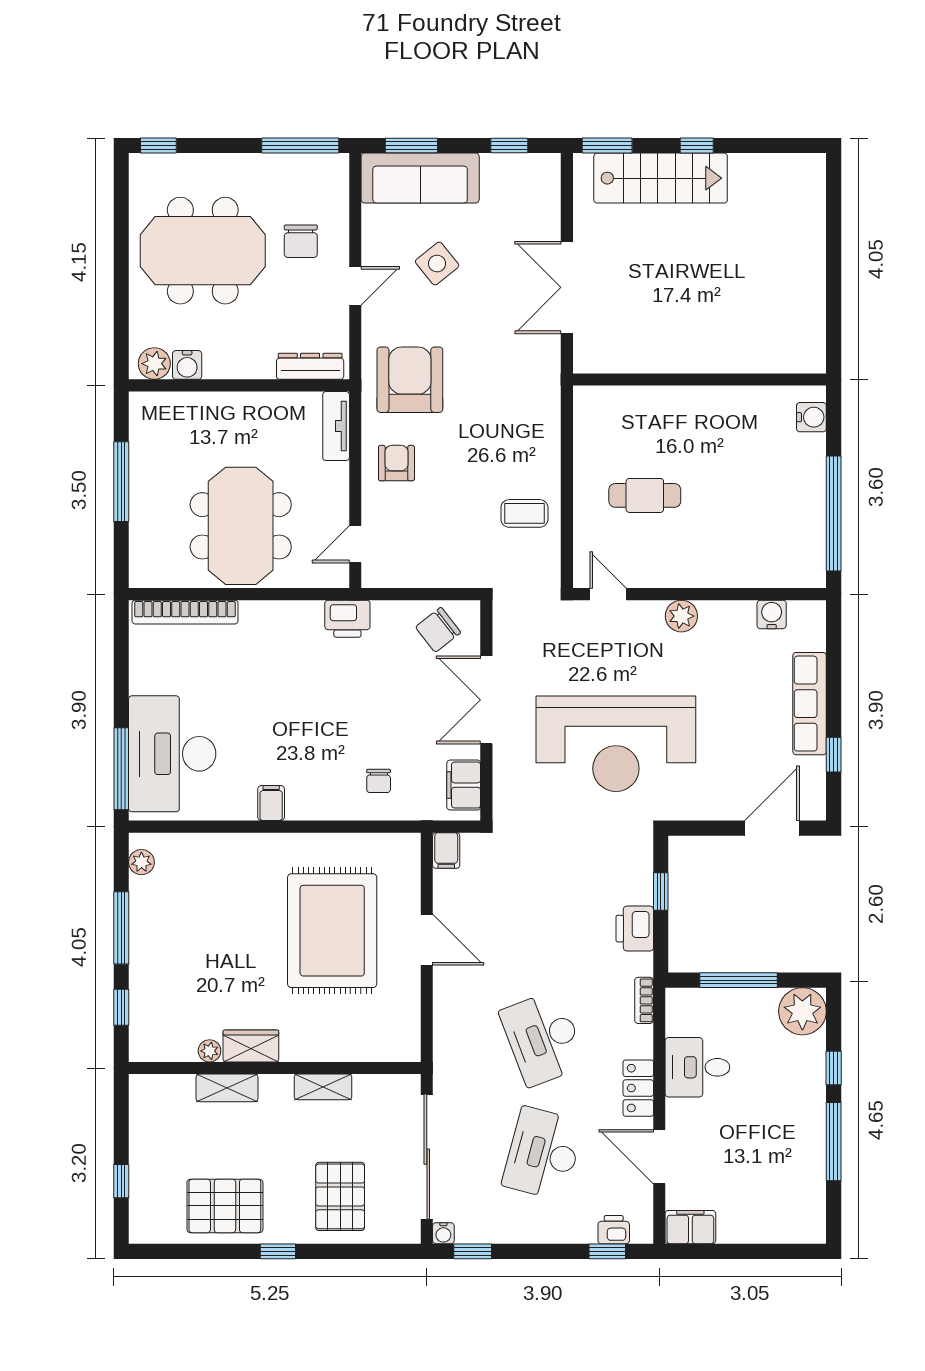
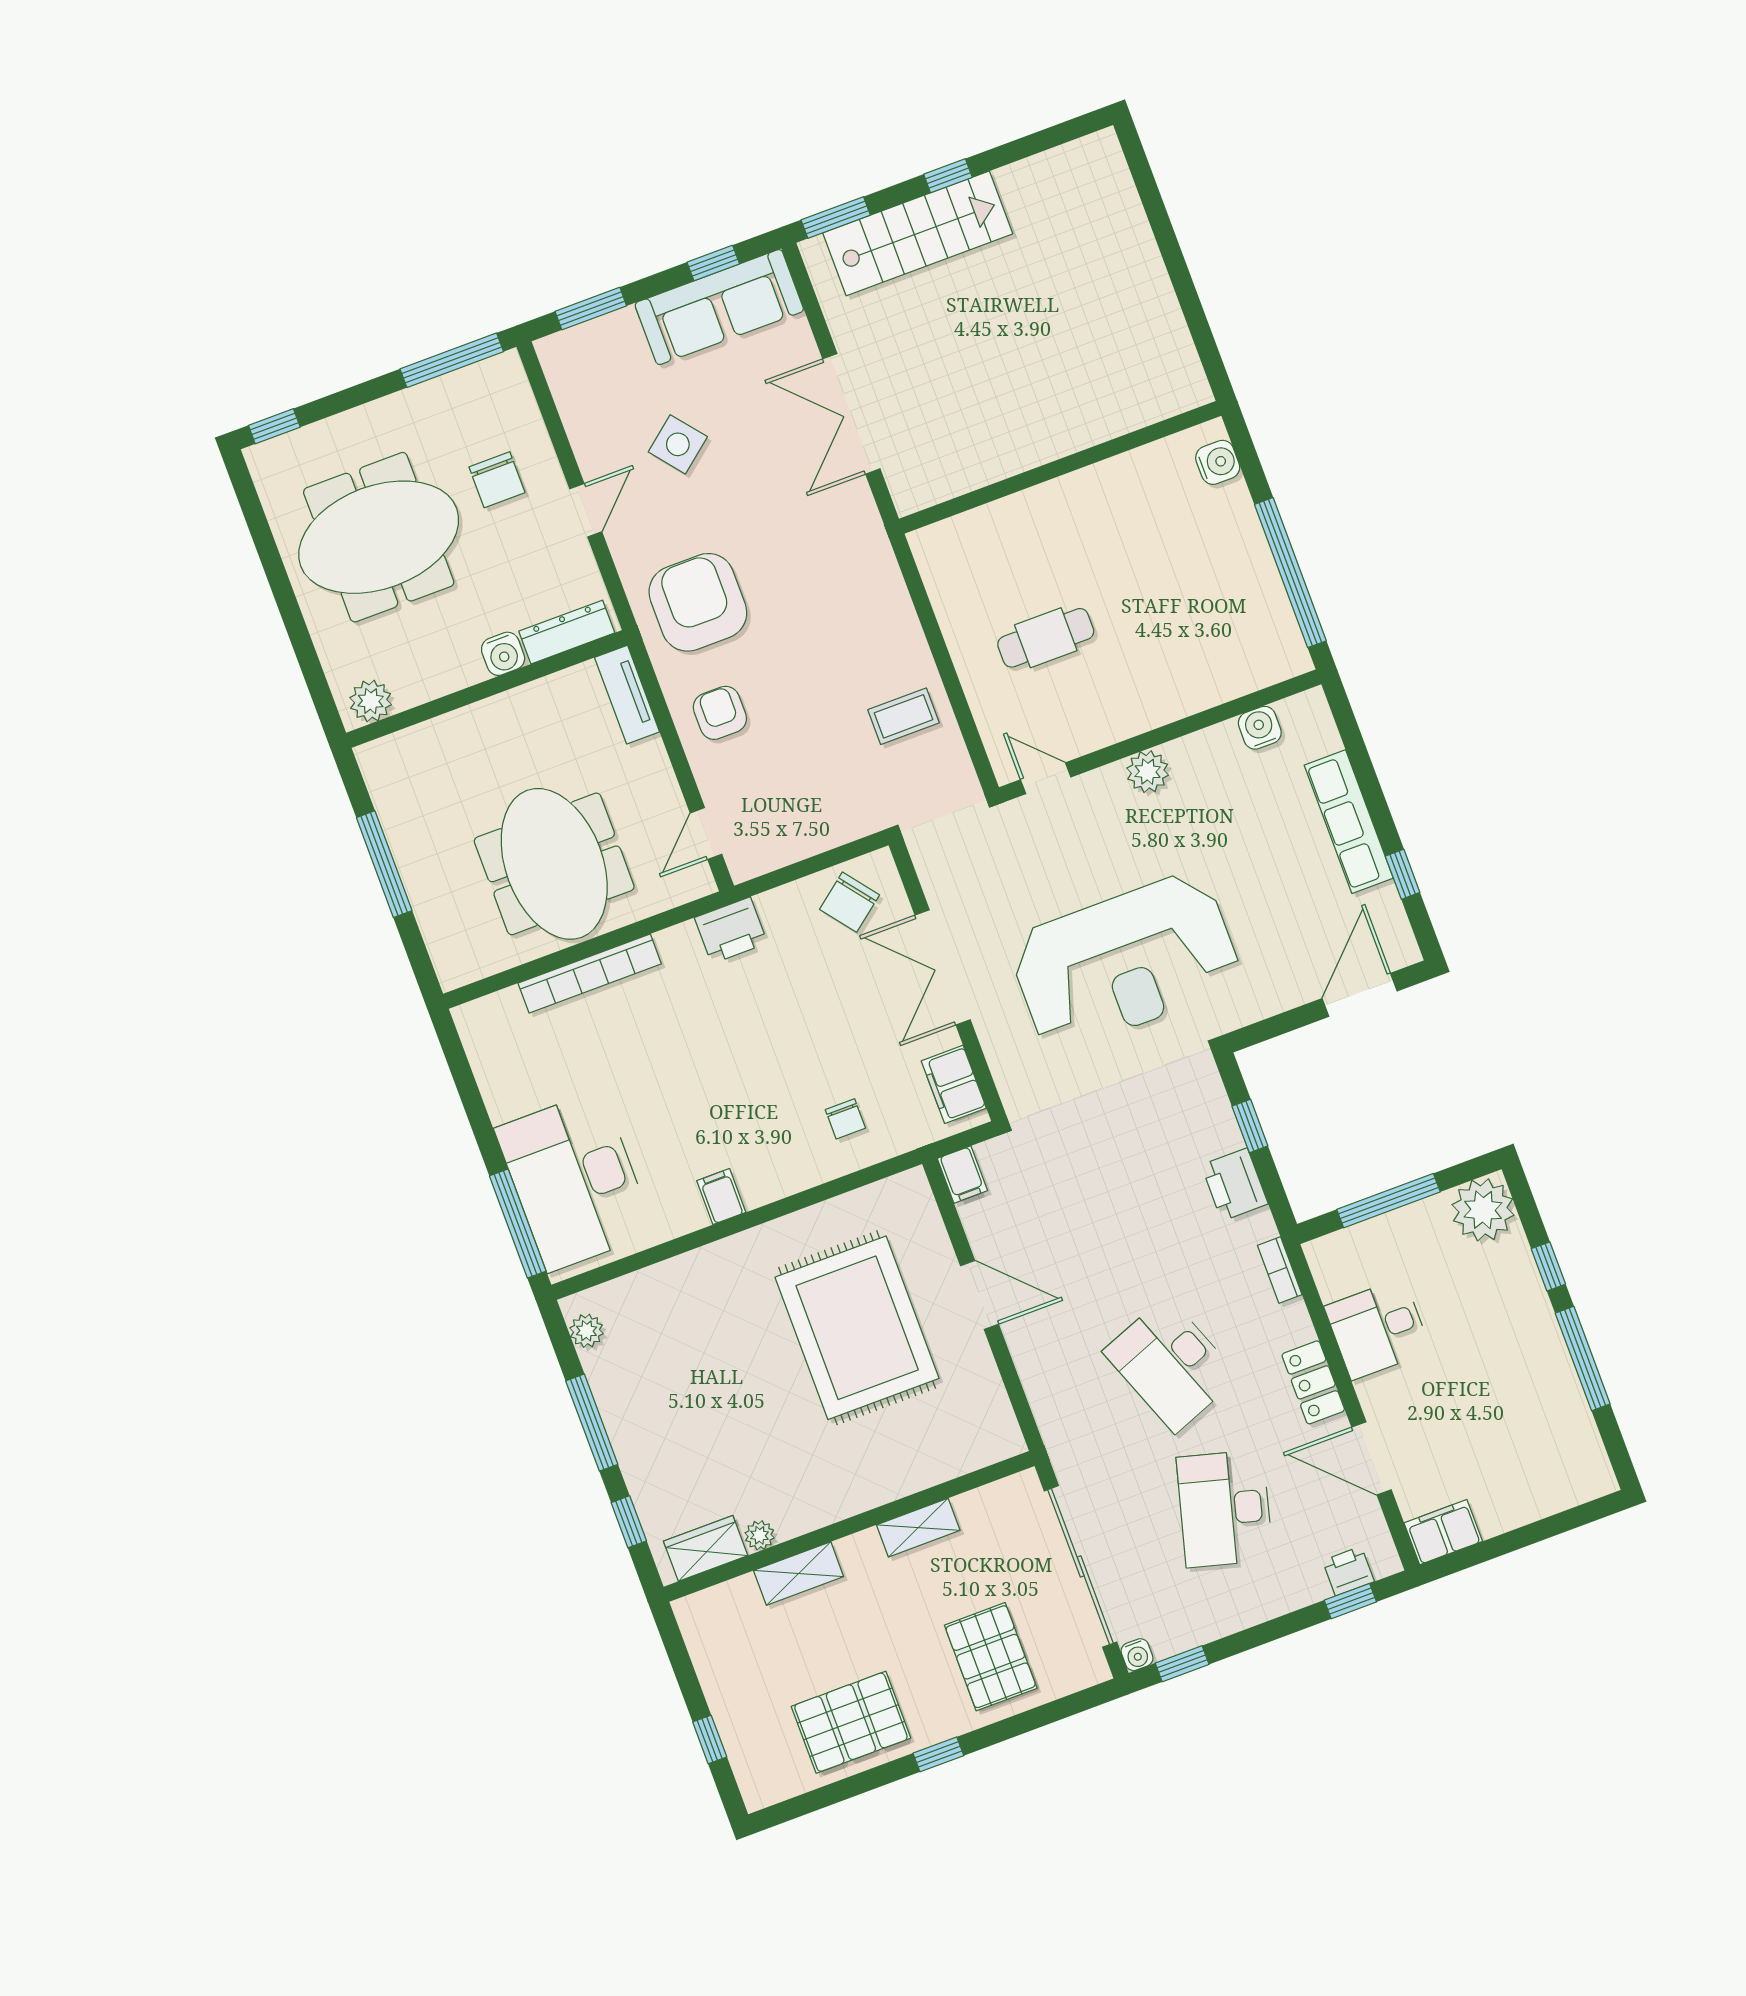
sofa: (420, 178) -> (719, 307), moved
water cooler: (187, 365) -> (503, 654), moved
bookcase: (185, 612) -> (590, 974), moved
wardrobe: (251, 1046) -> (706, 1548), moved

